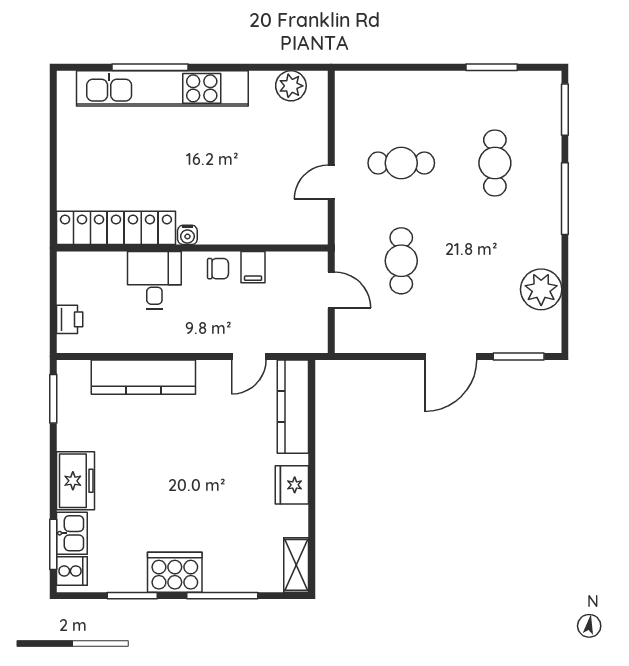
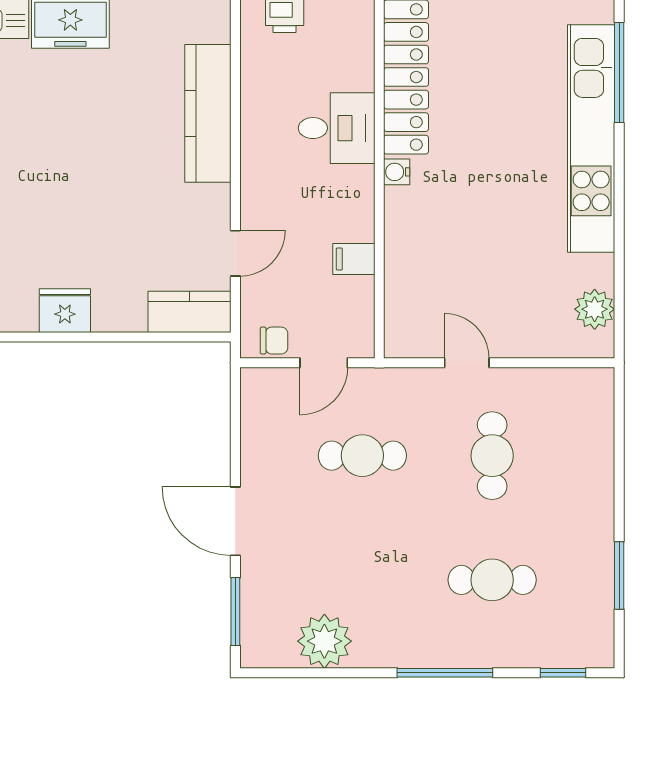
window: (150, 67) -> (619, 73), moved
window: (565, 110) -> (563, 673), width x0.67
chair: (218, 269) -> (274, 341), moved, turned -90
door: (249, 356) -> (235, 253), swing flipped
kitchen counter: (293, 407) -> (190, 312), width x0.67

